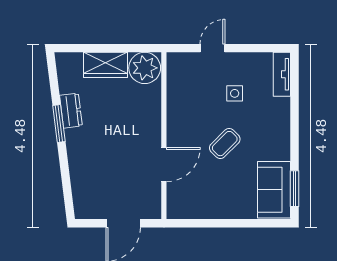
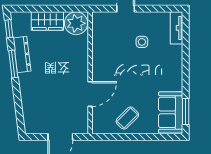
window: (53, 75) -> (9, 29), added
dresser: (71, 111) -> (22, 55), width x1.44
coffee table: (225, 144) -> (127, 118), moved

